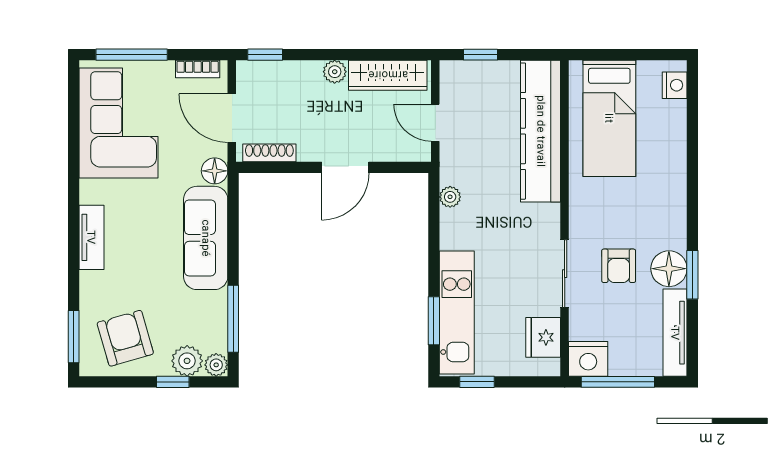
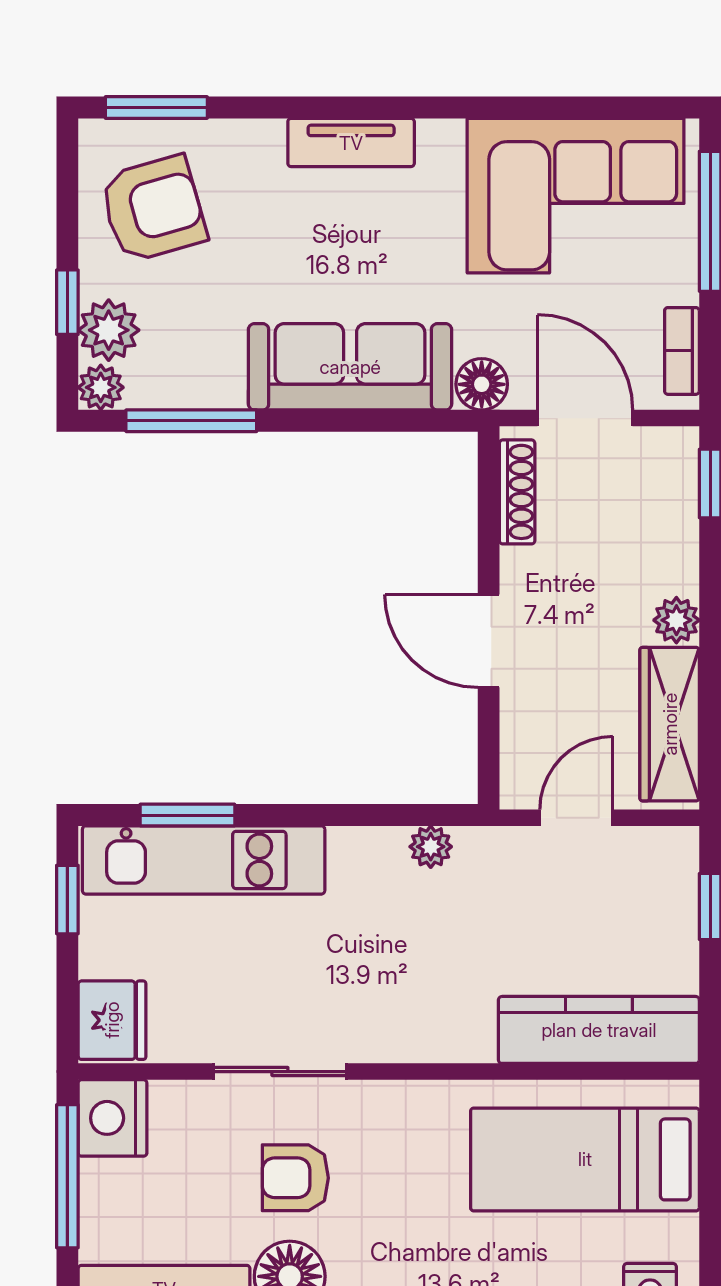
door: (232, 118) -> (585, 418), hinge flipped
kitchen counter: (541, 131) -> (599, 1030), width x0.72, depth x0.86
fridge: (543, 337) -> (112, 1020), moved, turned 90

